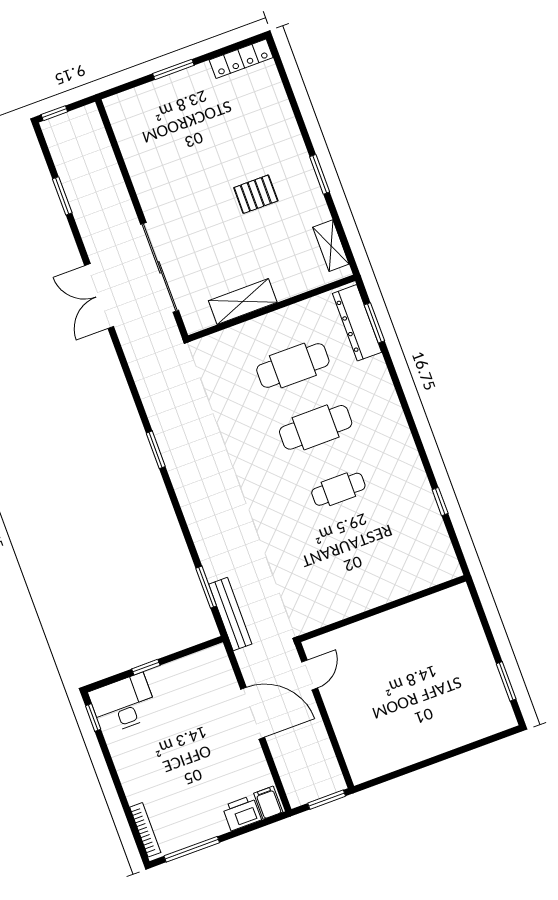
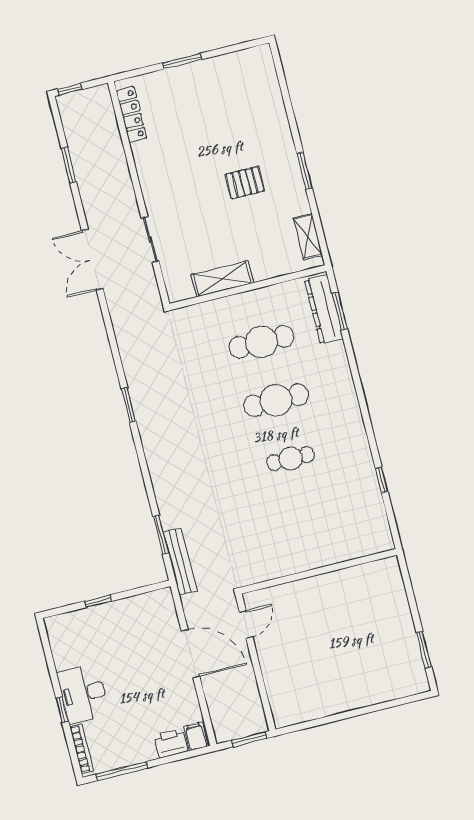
locker: (241, 59) -> (131, 114), moved, turned -90
sliding door: (160, 267) -> (150, 240), width x0.54
desk: (123, 704) -> (83, 694), moved, turned -90
window: (93, 718) -> (62, 710), moved

